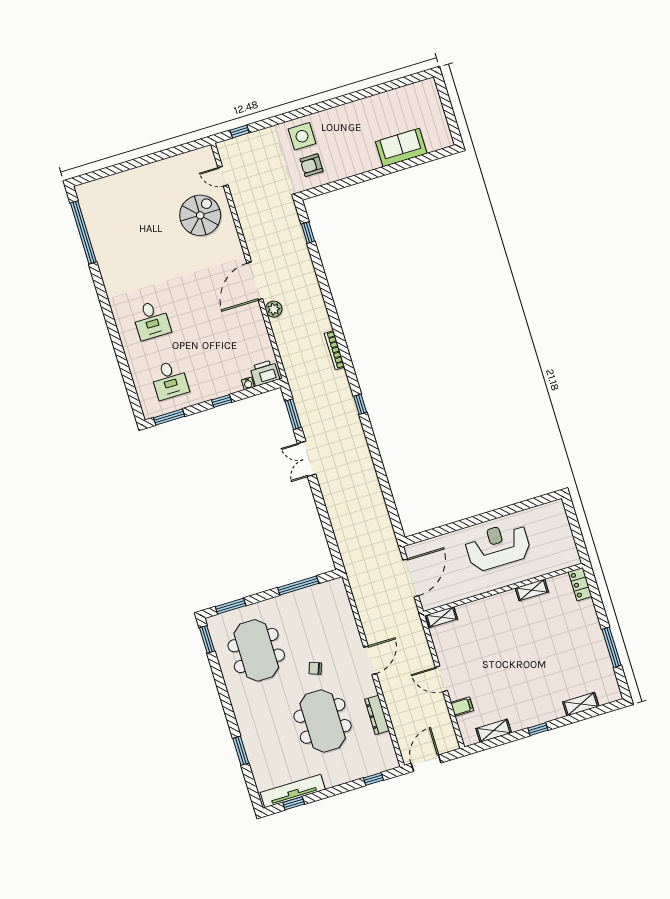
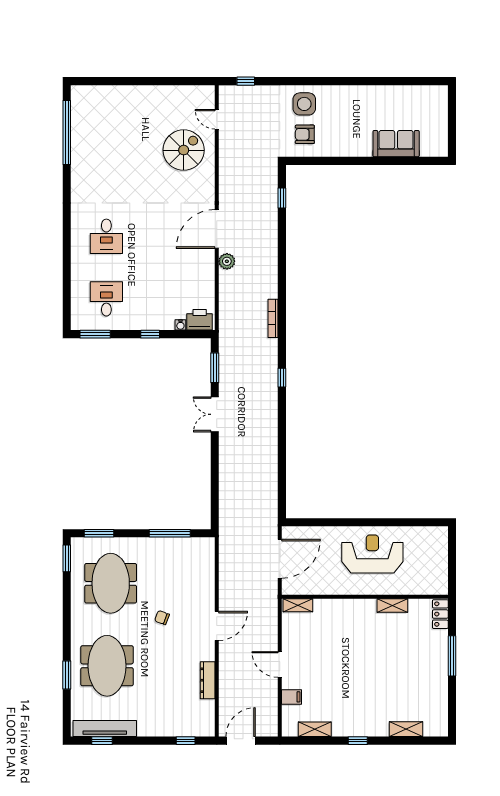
desk: (170, 380) -> (106, 299), turned 180
window: (611, 647) -> (452, 656), moved
meeting table: (323, 721) -> (107, 666), moved

